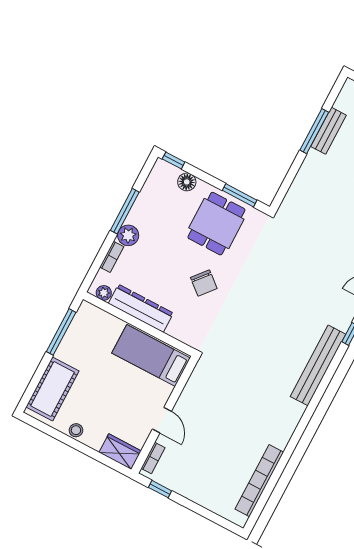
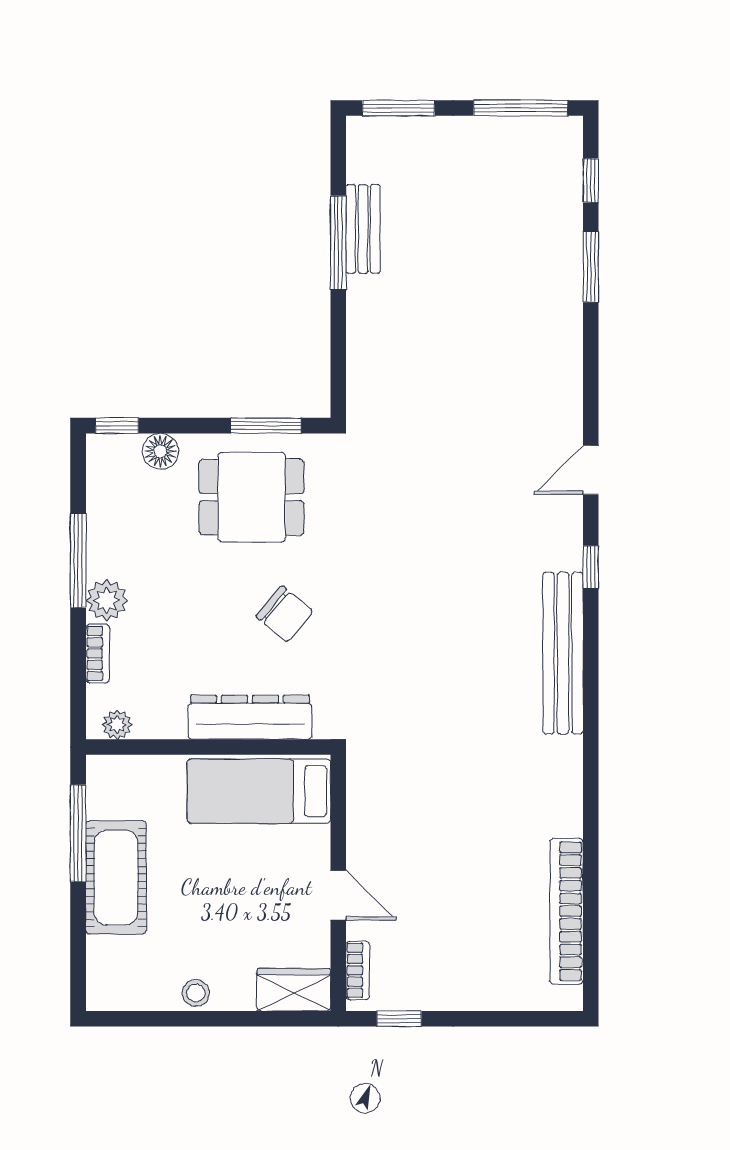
dining table: (216, 224) -> (252, 497), turned 90
dresser: (141, 308) -> (250, 717), moved
cot: (52, 389) -> (116, 877), moved

